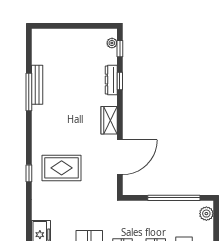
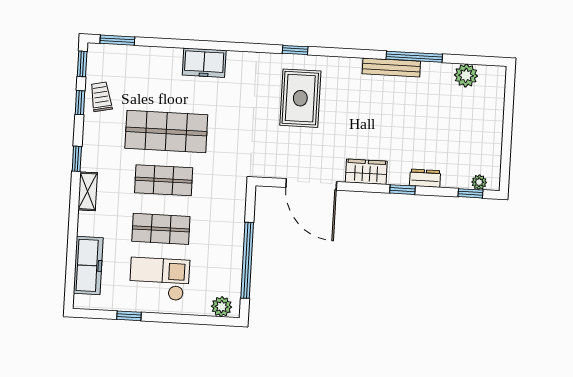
plant: (40, 56) -> (466, 75), added
dresser: (111, 80) -> (425, 178), width x0.70
window: (120, 81) -> (402, 190), moved
bench: (37, 85) -> (391, 68), moved

